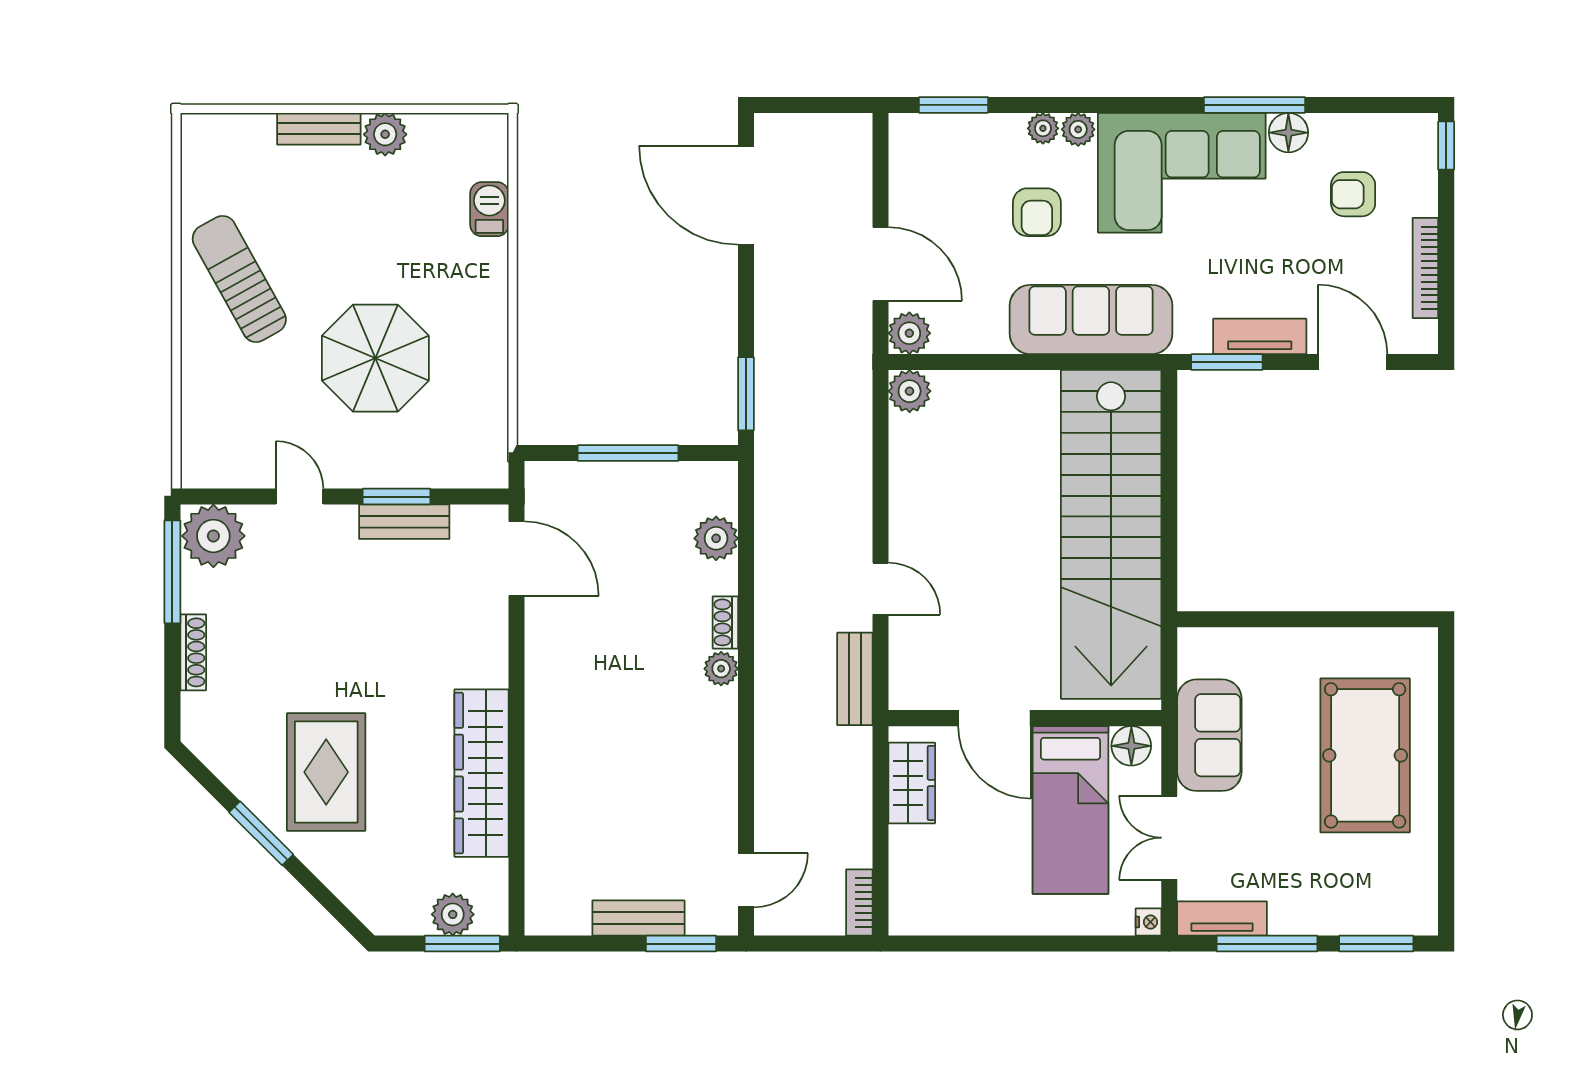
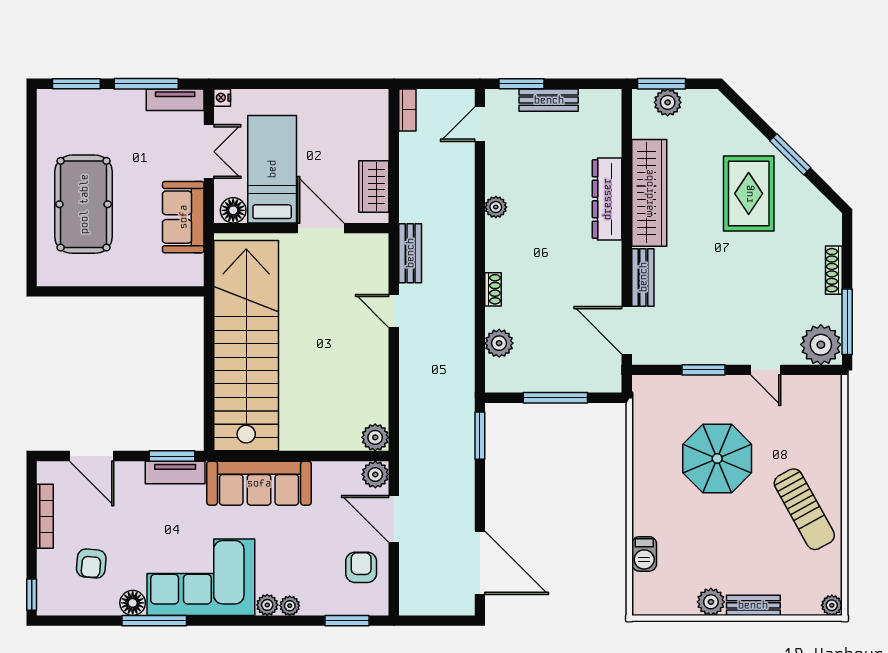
plant: (196, 129) -> (832, 605), added
armchair: (1353, 194) -> (91, 563), turned 95
armchair: (1037, 212) -> (361, 567), moved
tv unit: (1260, 336) -> (175, 472), moved
bench: (404, 522) -> (643, 277), moved, turned 90
plant: (721, 669) -> (496, 207), moved
dresser: (547, 764) -> (607, 199), added

